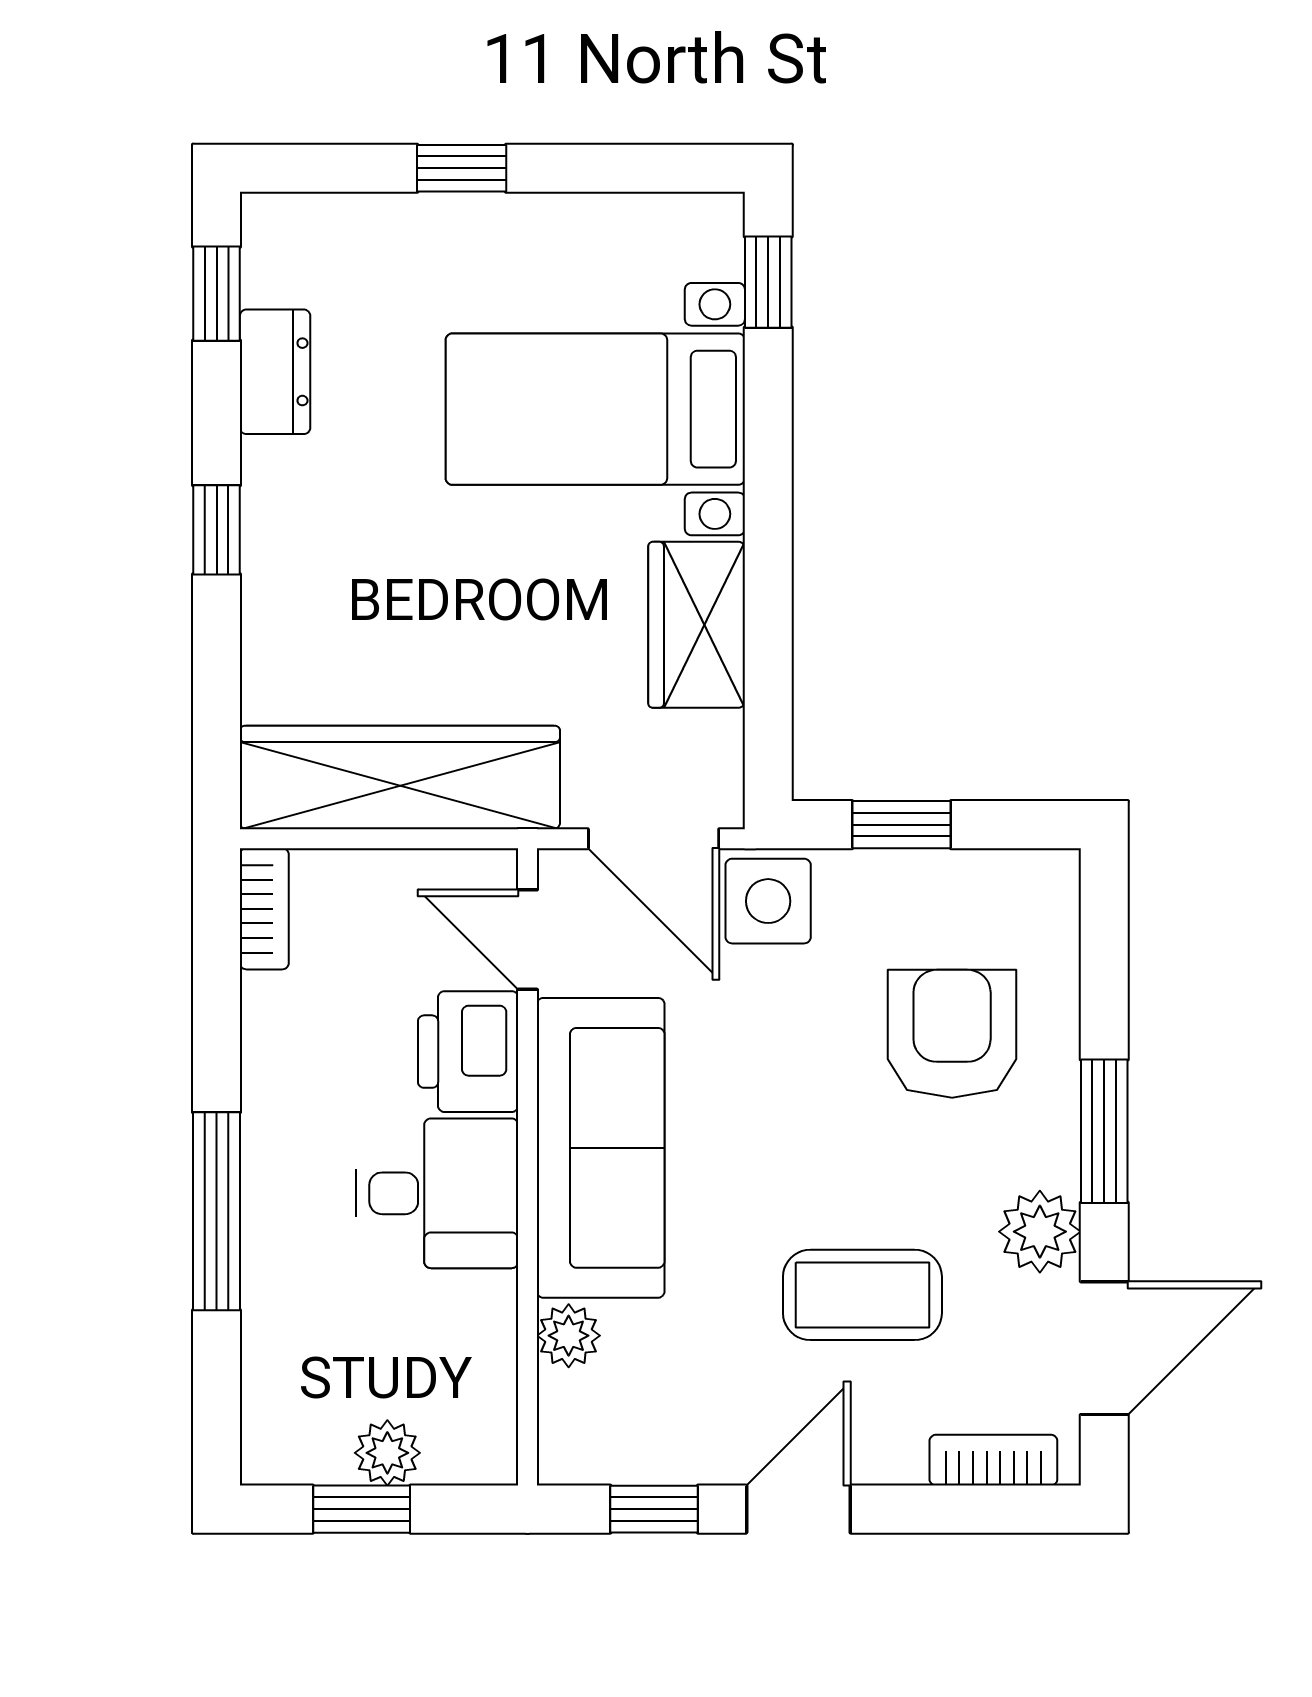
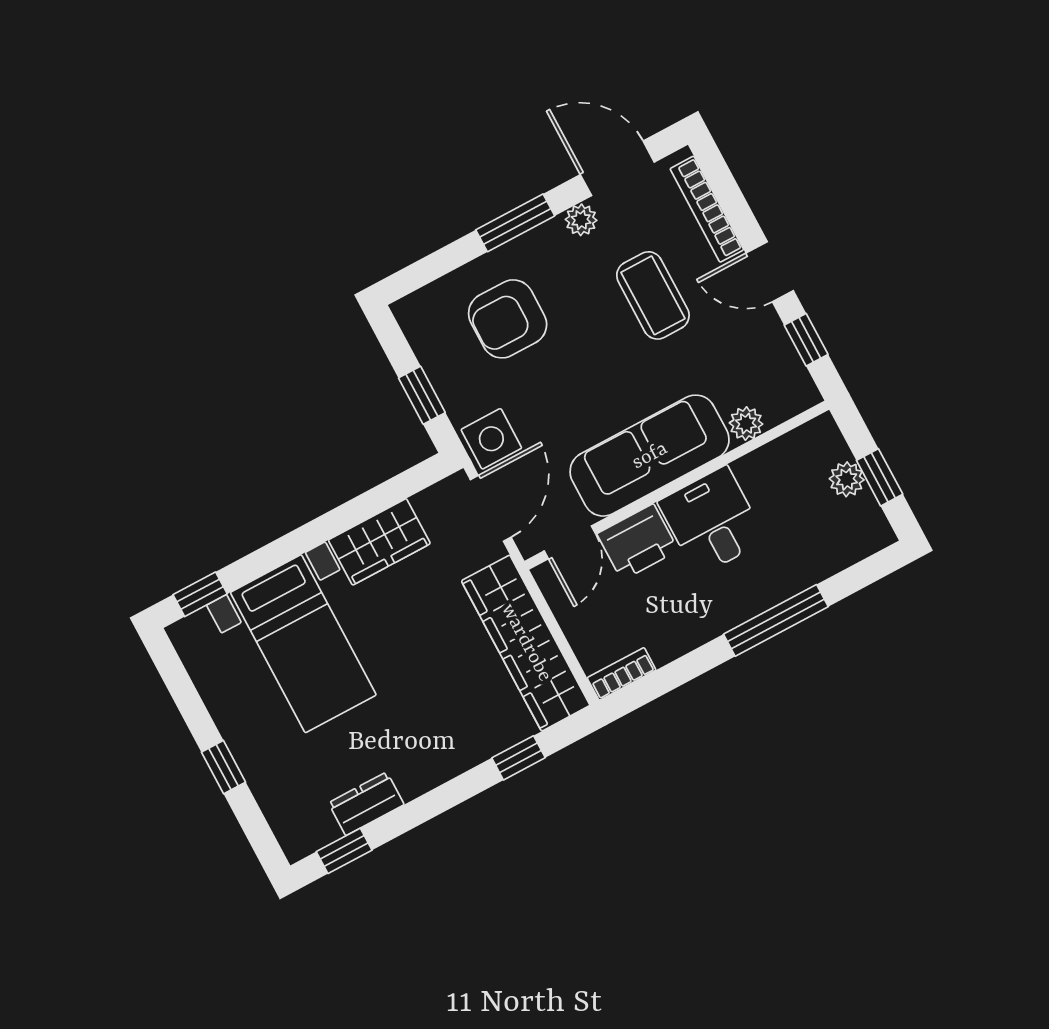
window: (217, 530) -> (519, 758), moved
plant: (1040, 1232) -> (581, 220), width x0.73, depth x0.73
bookcase: (993, 1460) -> (707, 209), width x1.56

